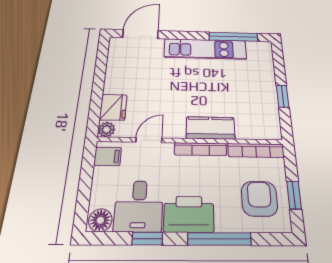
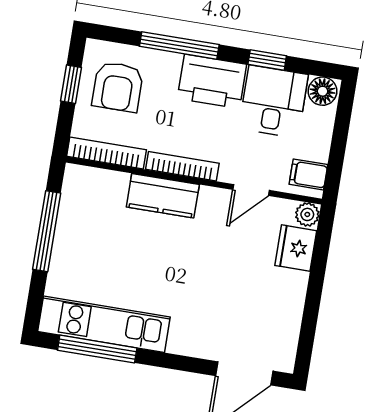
kitchen unit: (205, 49) -> (104, 324), moved
window: (283, 96) -> (47, 231), width x2.17

